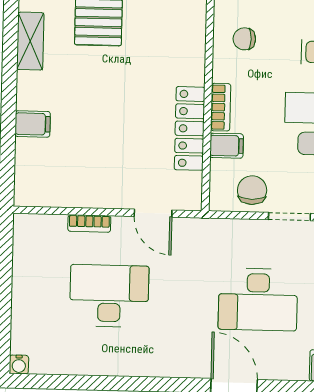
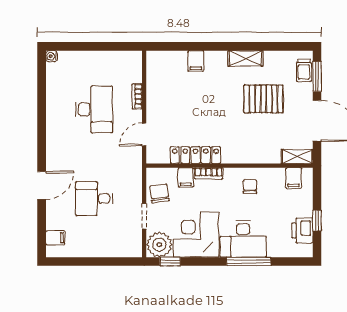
chair: (252, 190) -> (159, 193), turned -98
desk: (258, 299) -> (94, 199), width x0.73

